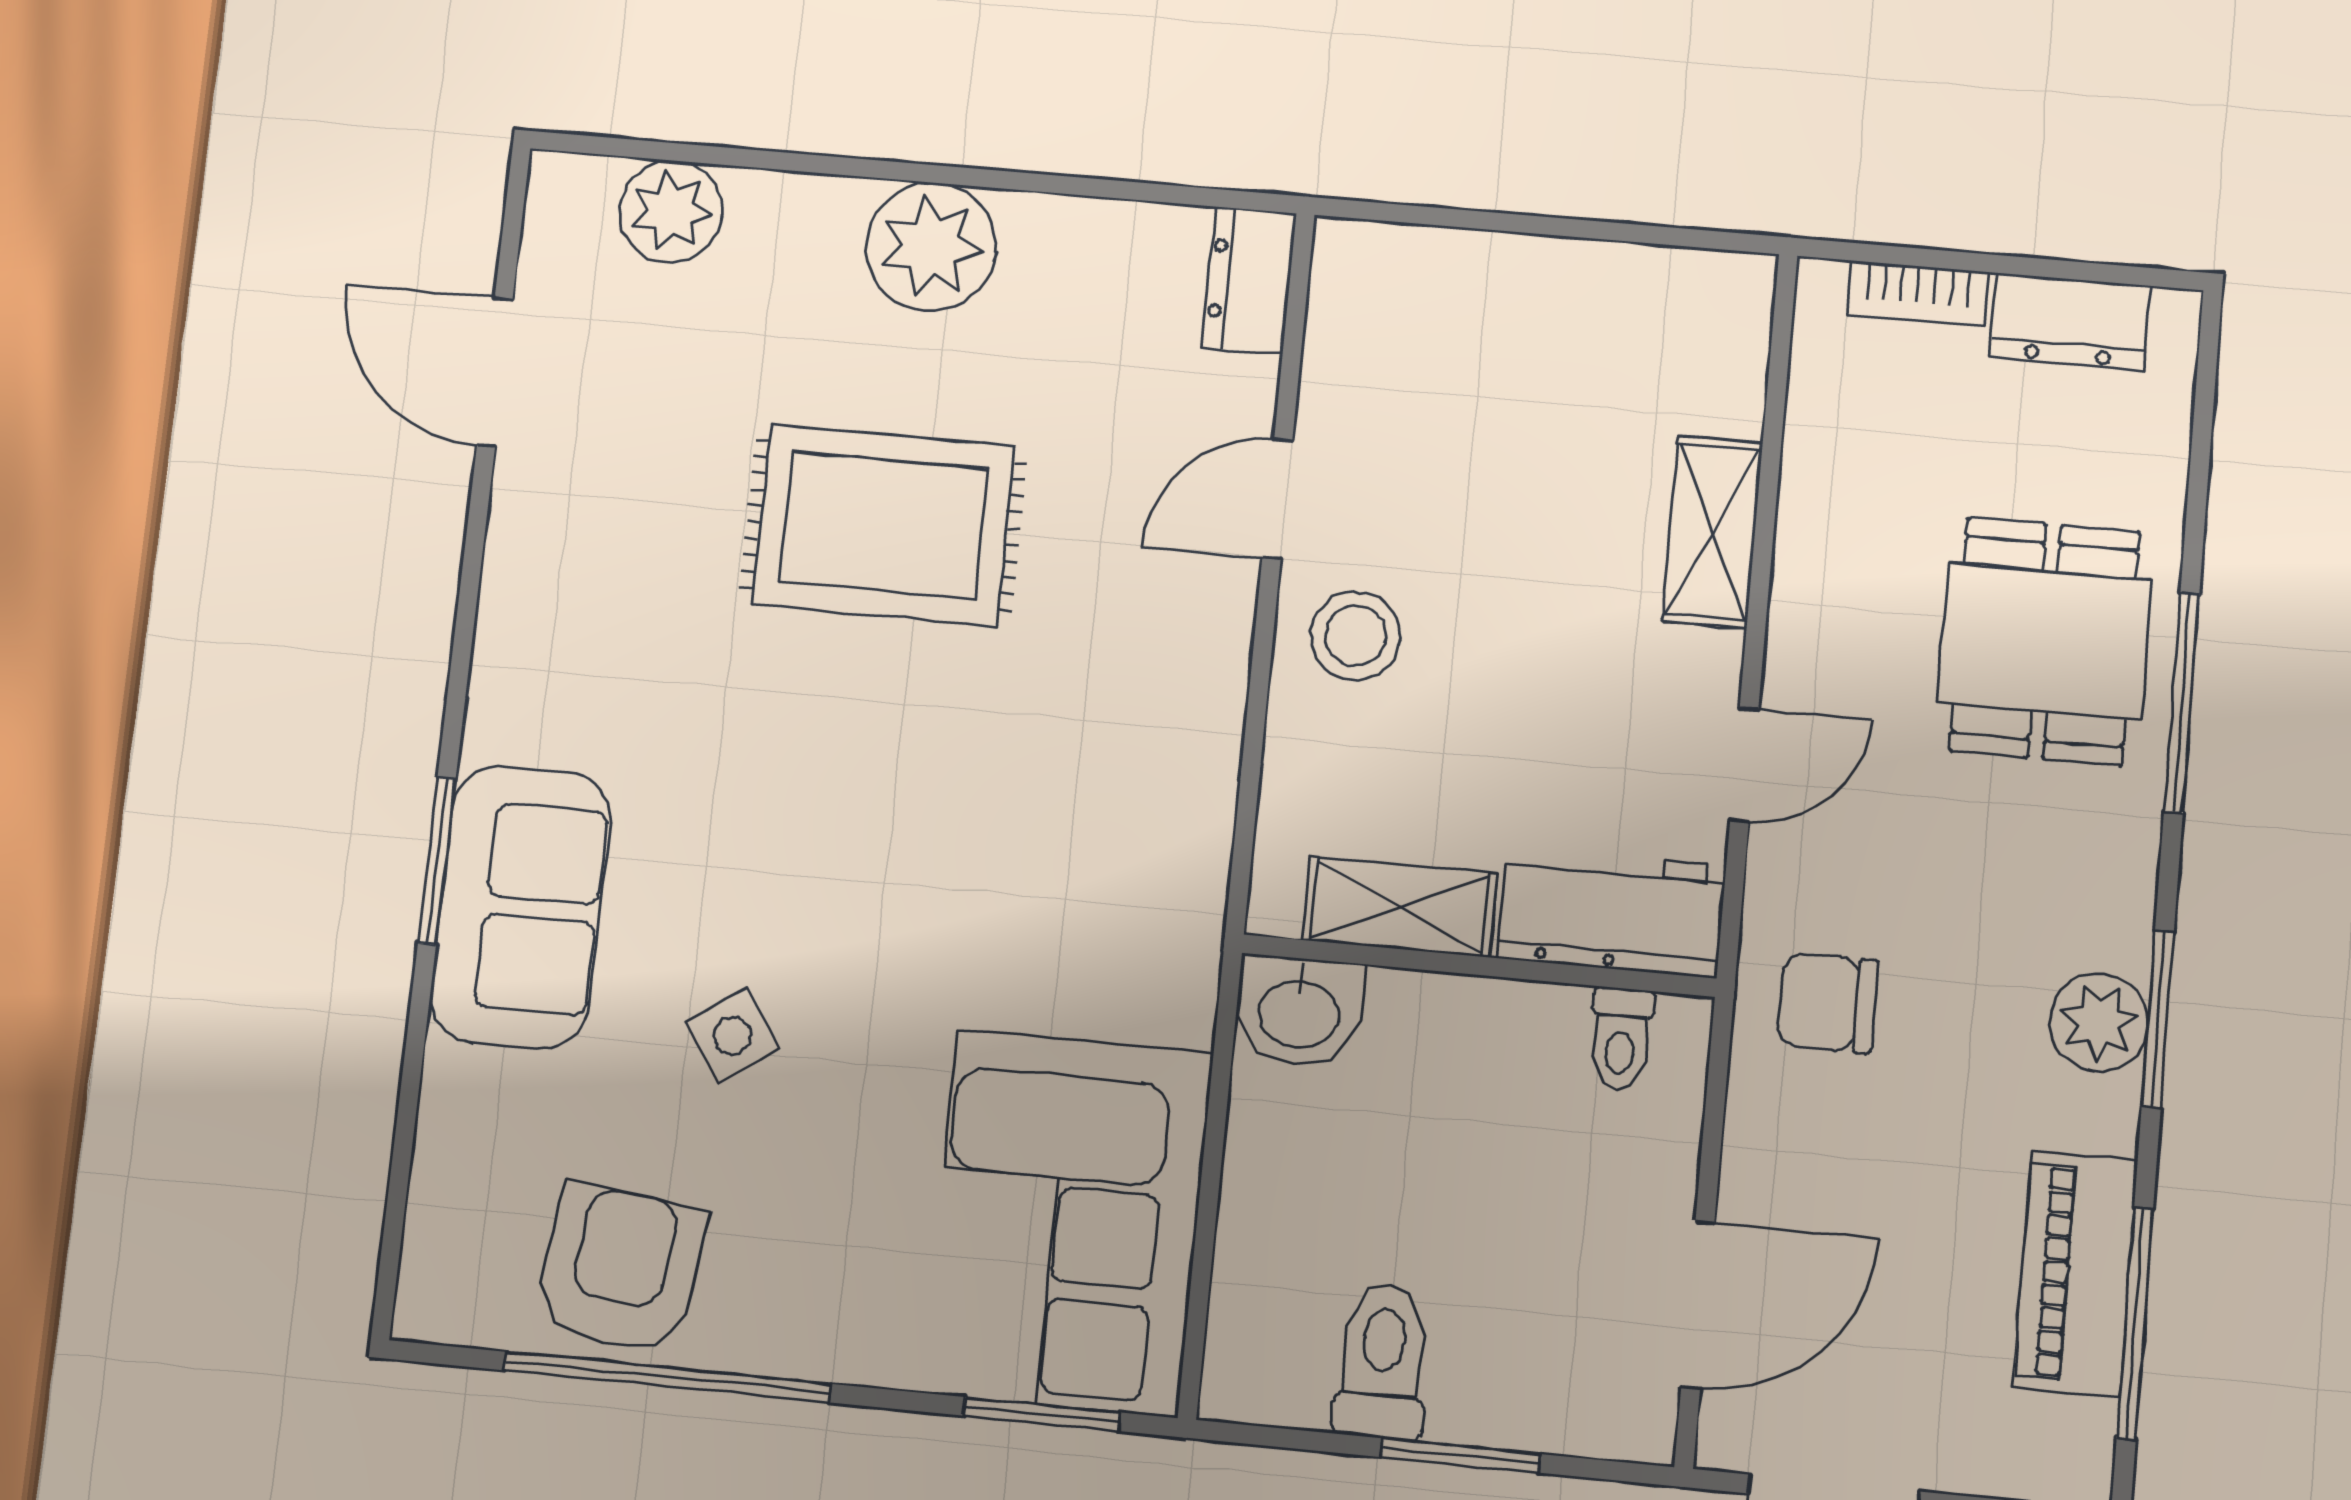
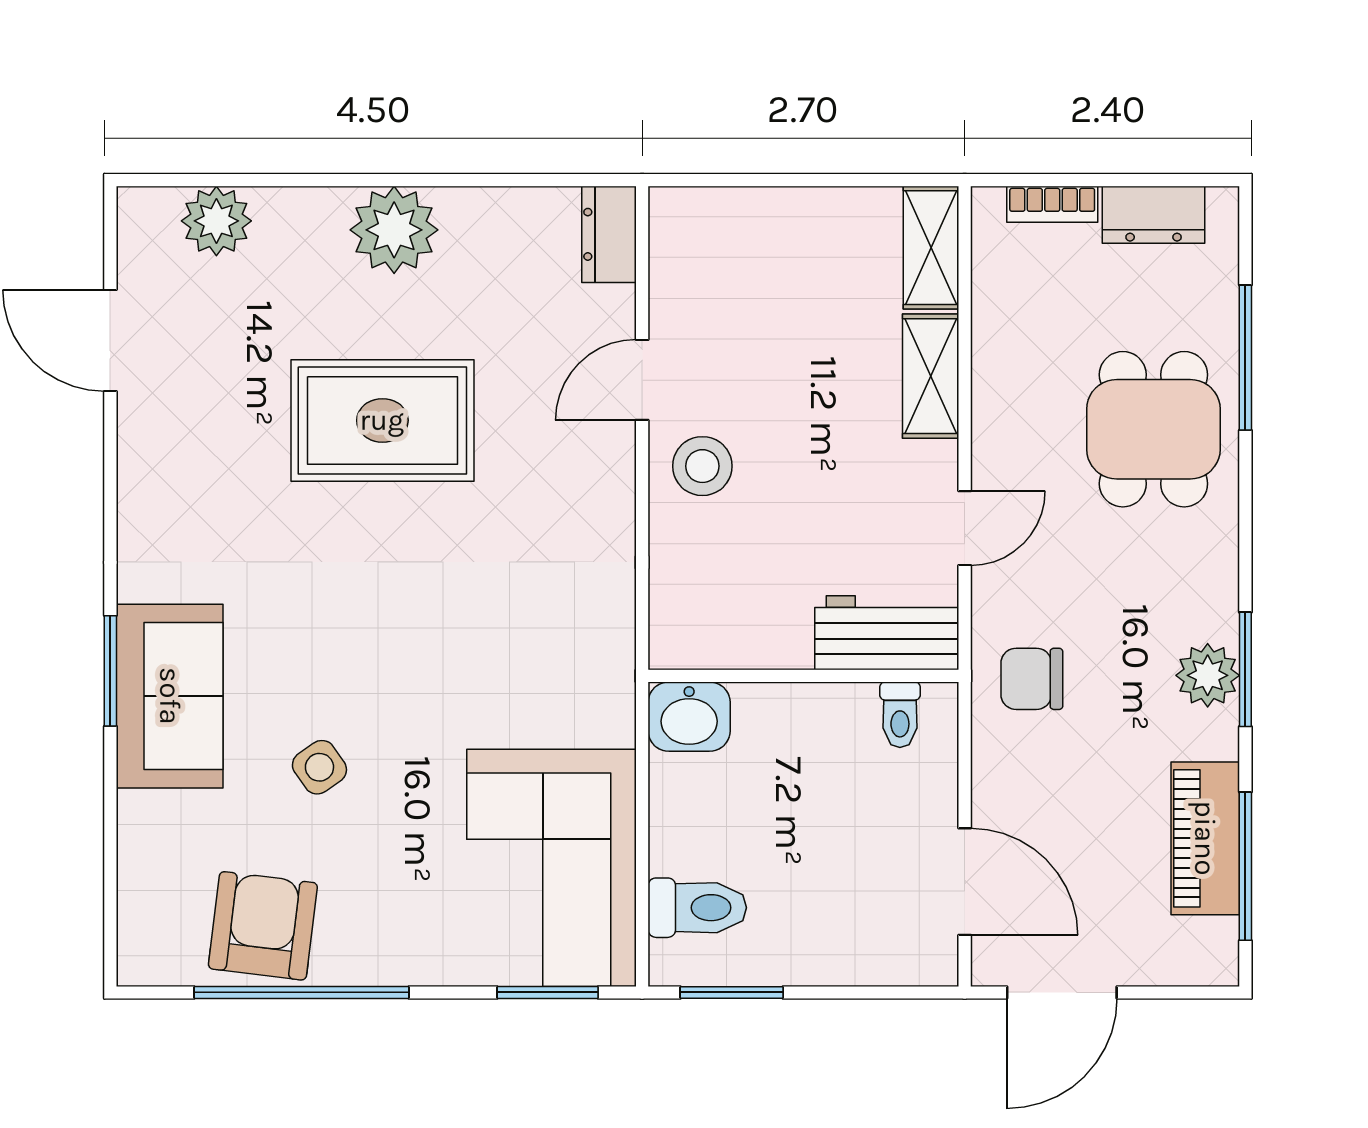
window: (2182, 702) -> (1245, 358), moved
shelving: (1400, 907) -> (931, 248), moved, turned 90
door: (1698, 1305) -> (965, 882), hinge flipped
toilet: (1382, 1361) -> (697, 908), moved, turned 90
window: (1461, 1456) -> (732, 992), moved

